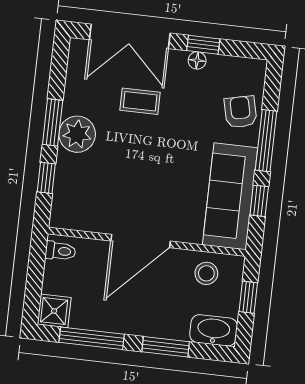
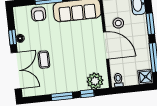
armchair: (241, 112) -> (39, 14), turned -77
plant: (77, 134) -> (95, 81), moved
stool: (206, 273) -> (118, 23), moved

